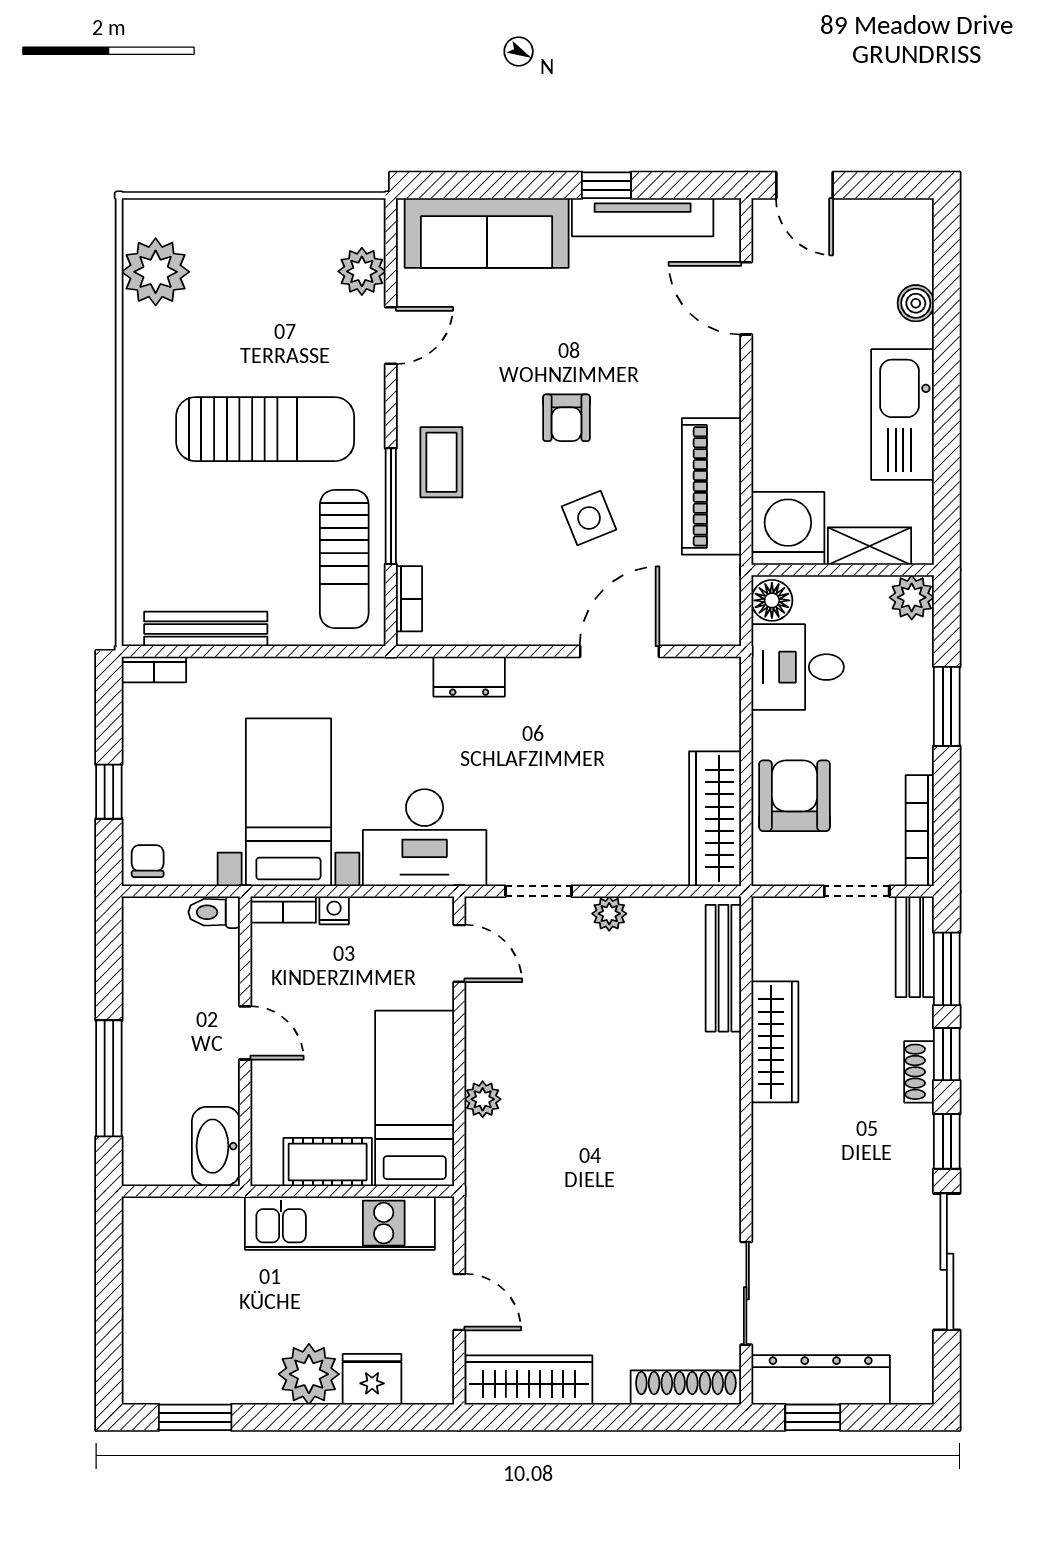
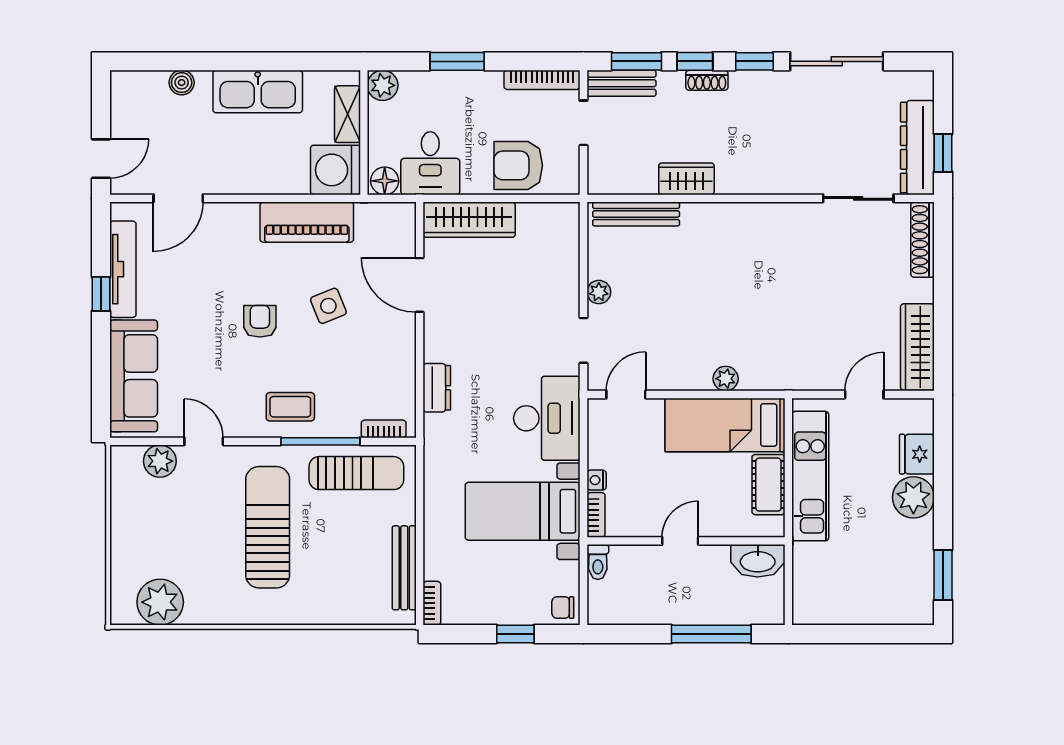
armchair: (567, 418) -> (260, 321), turned -90
wardrobe: (715, 819) -> (469, 220), moved
wardrobe: (775, 1042) -> (686, 179), width x0.67

